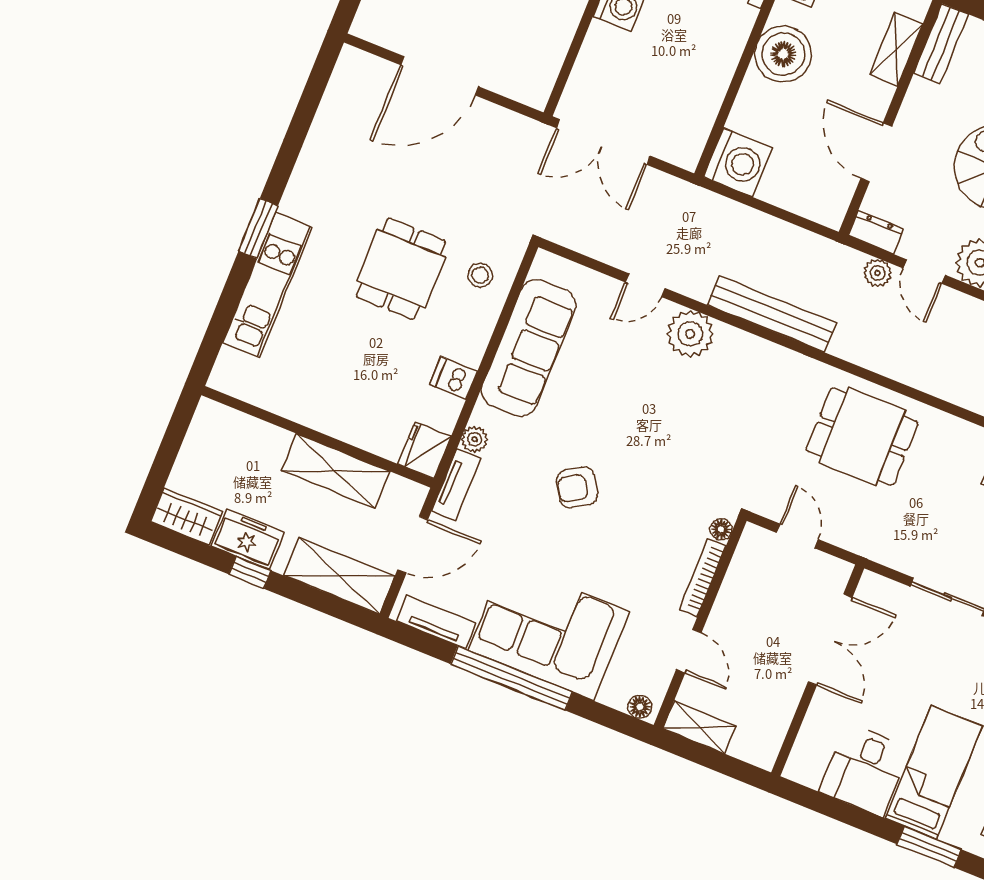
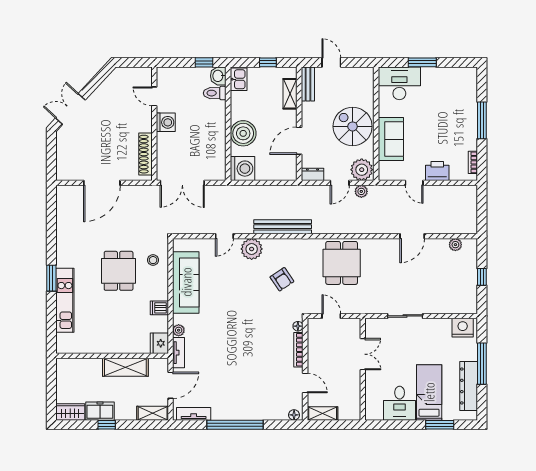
shoe rack: (552, 53) -> (145, 154), added
boiler: (783, 54) -> (243, 133), moved
door: (876, 152) -> (299, 141), hinge flipped
door: (924, 272) -> (340, 183), hinge flipped
plant: (877, 273) -> (361, 191), moved
dining table: (862, 436) -> (342, 263), turned 90
armchair: (577, 487) -> (282, 279), moved, turned -91
shelving: (339, 576) -> (153, 413), width x0.67, depth x0.75
corner sofa: (549, 631) -> (243, 398), removed
double door: (830, 640) -> (363, 354), width x0.73

